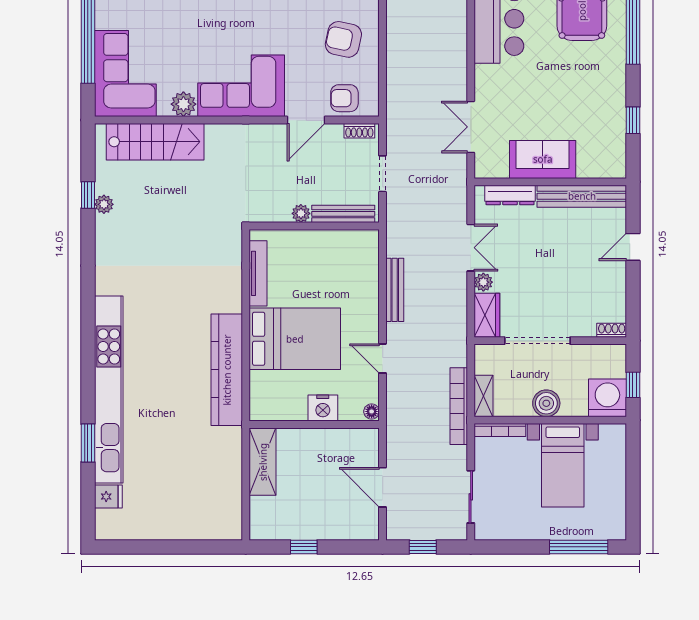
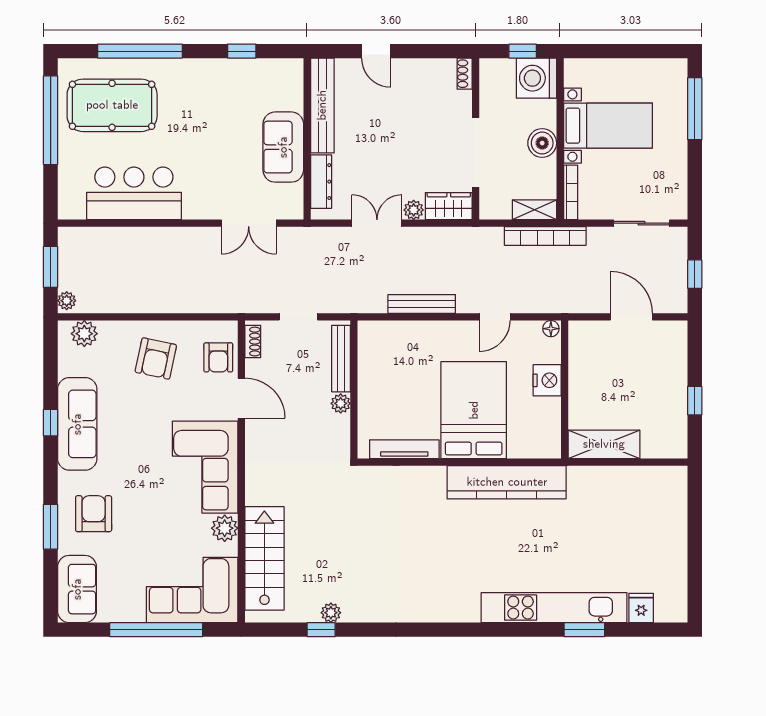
kitchen unit: (109, 390) -> (554, 608), width x0.73
door: (383, 487) -> (631, 317), swing flipped

